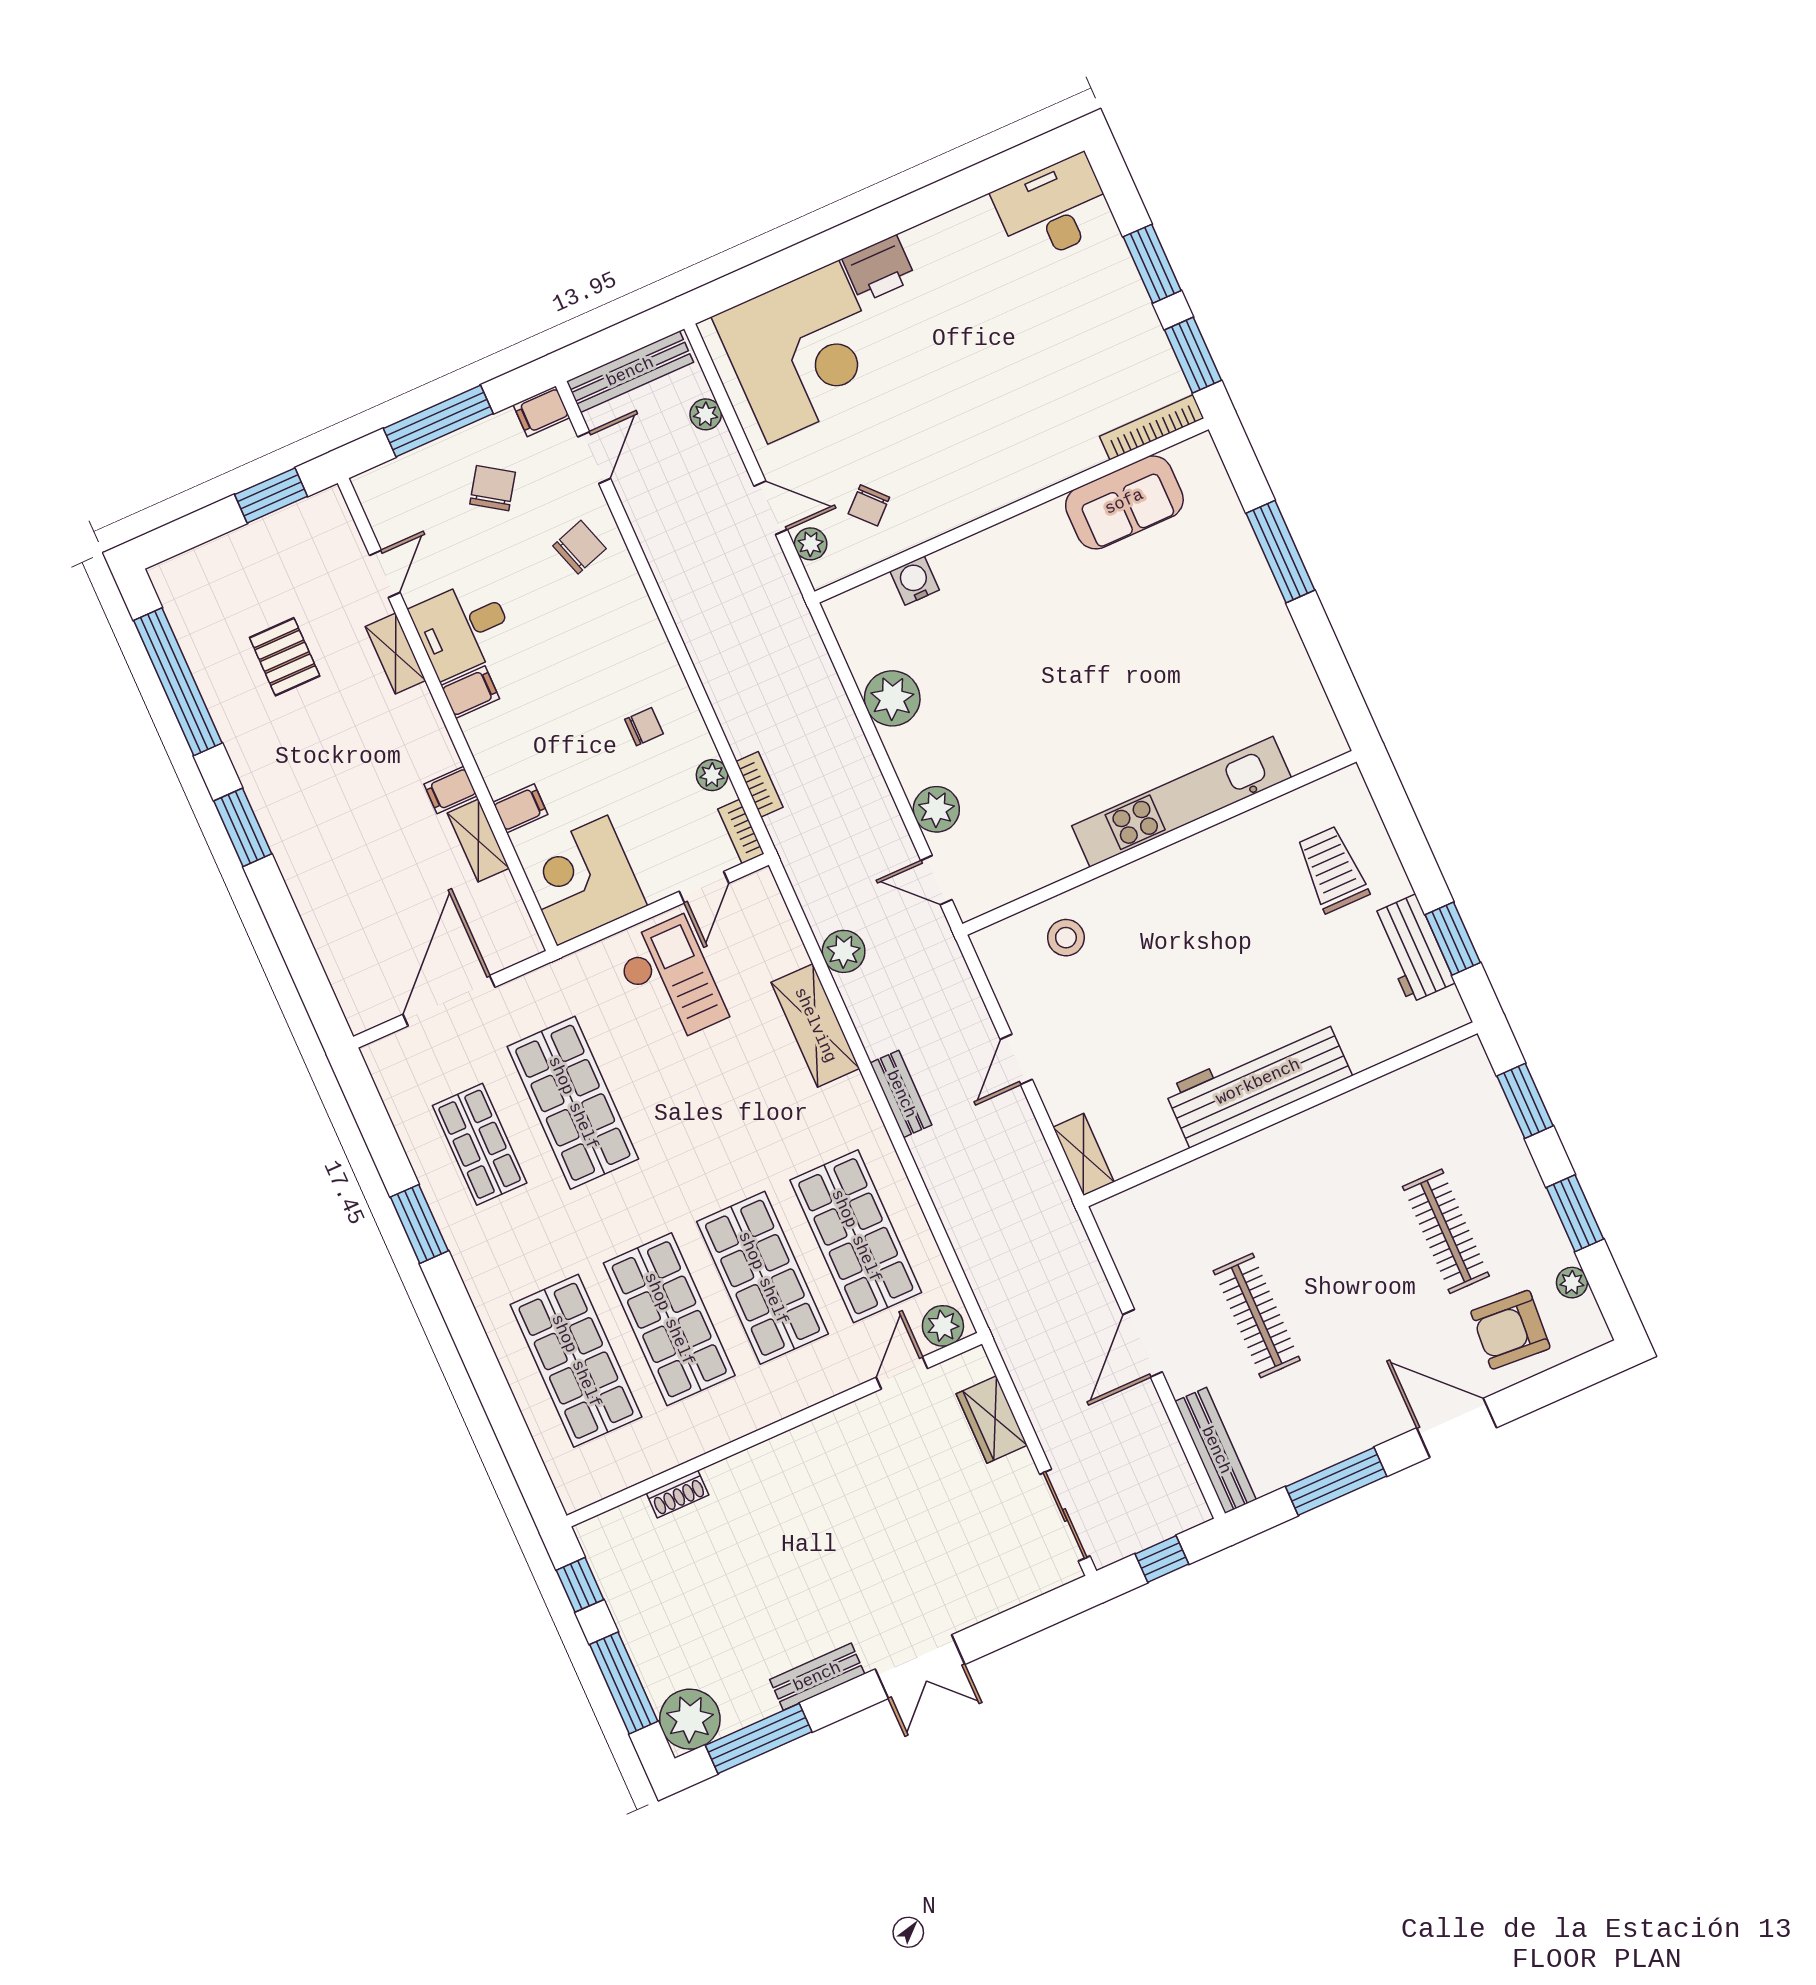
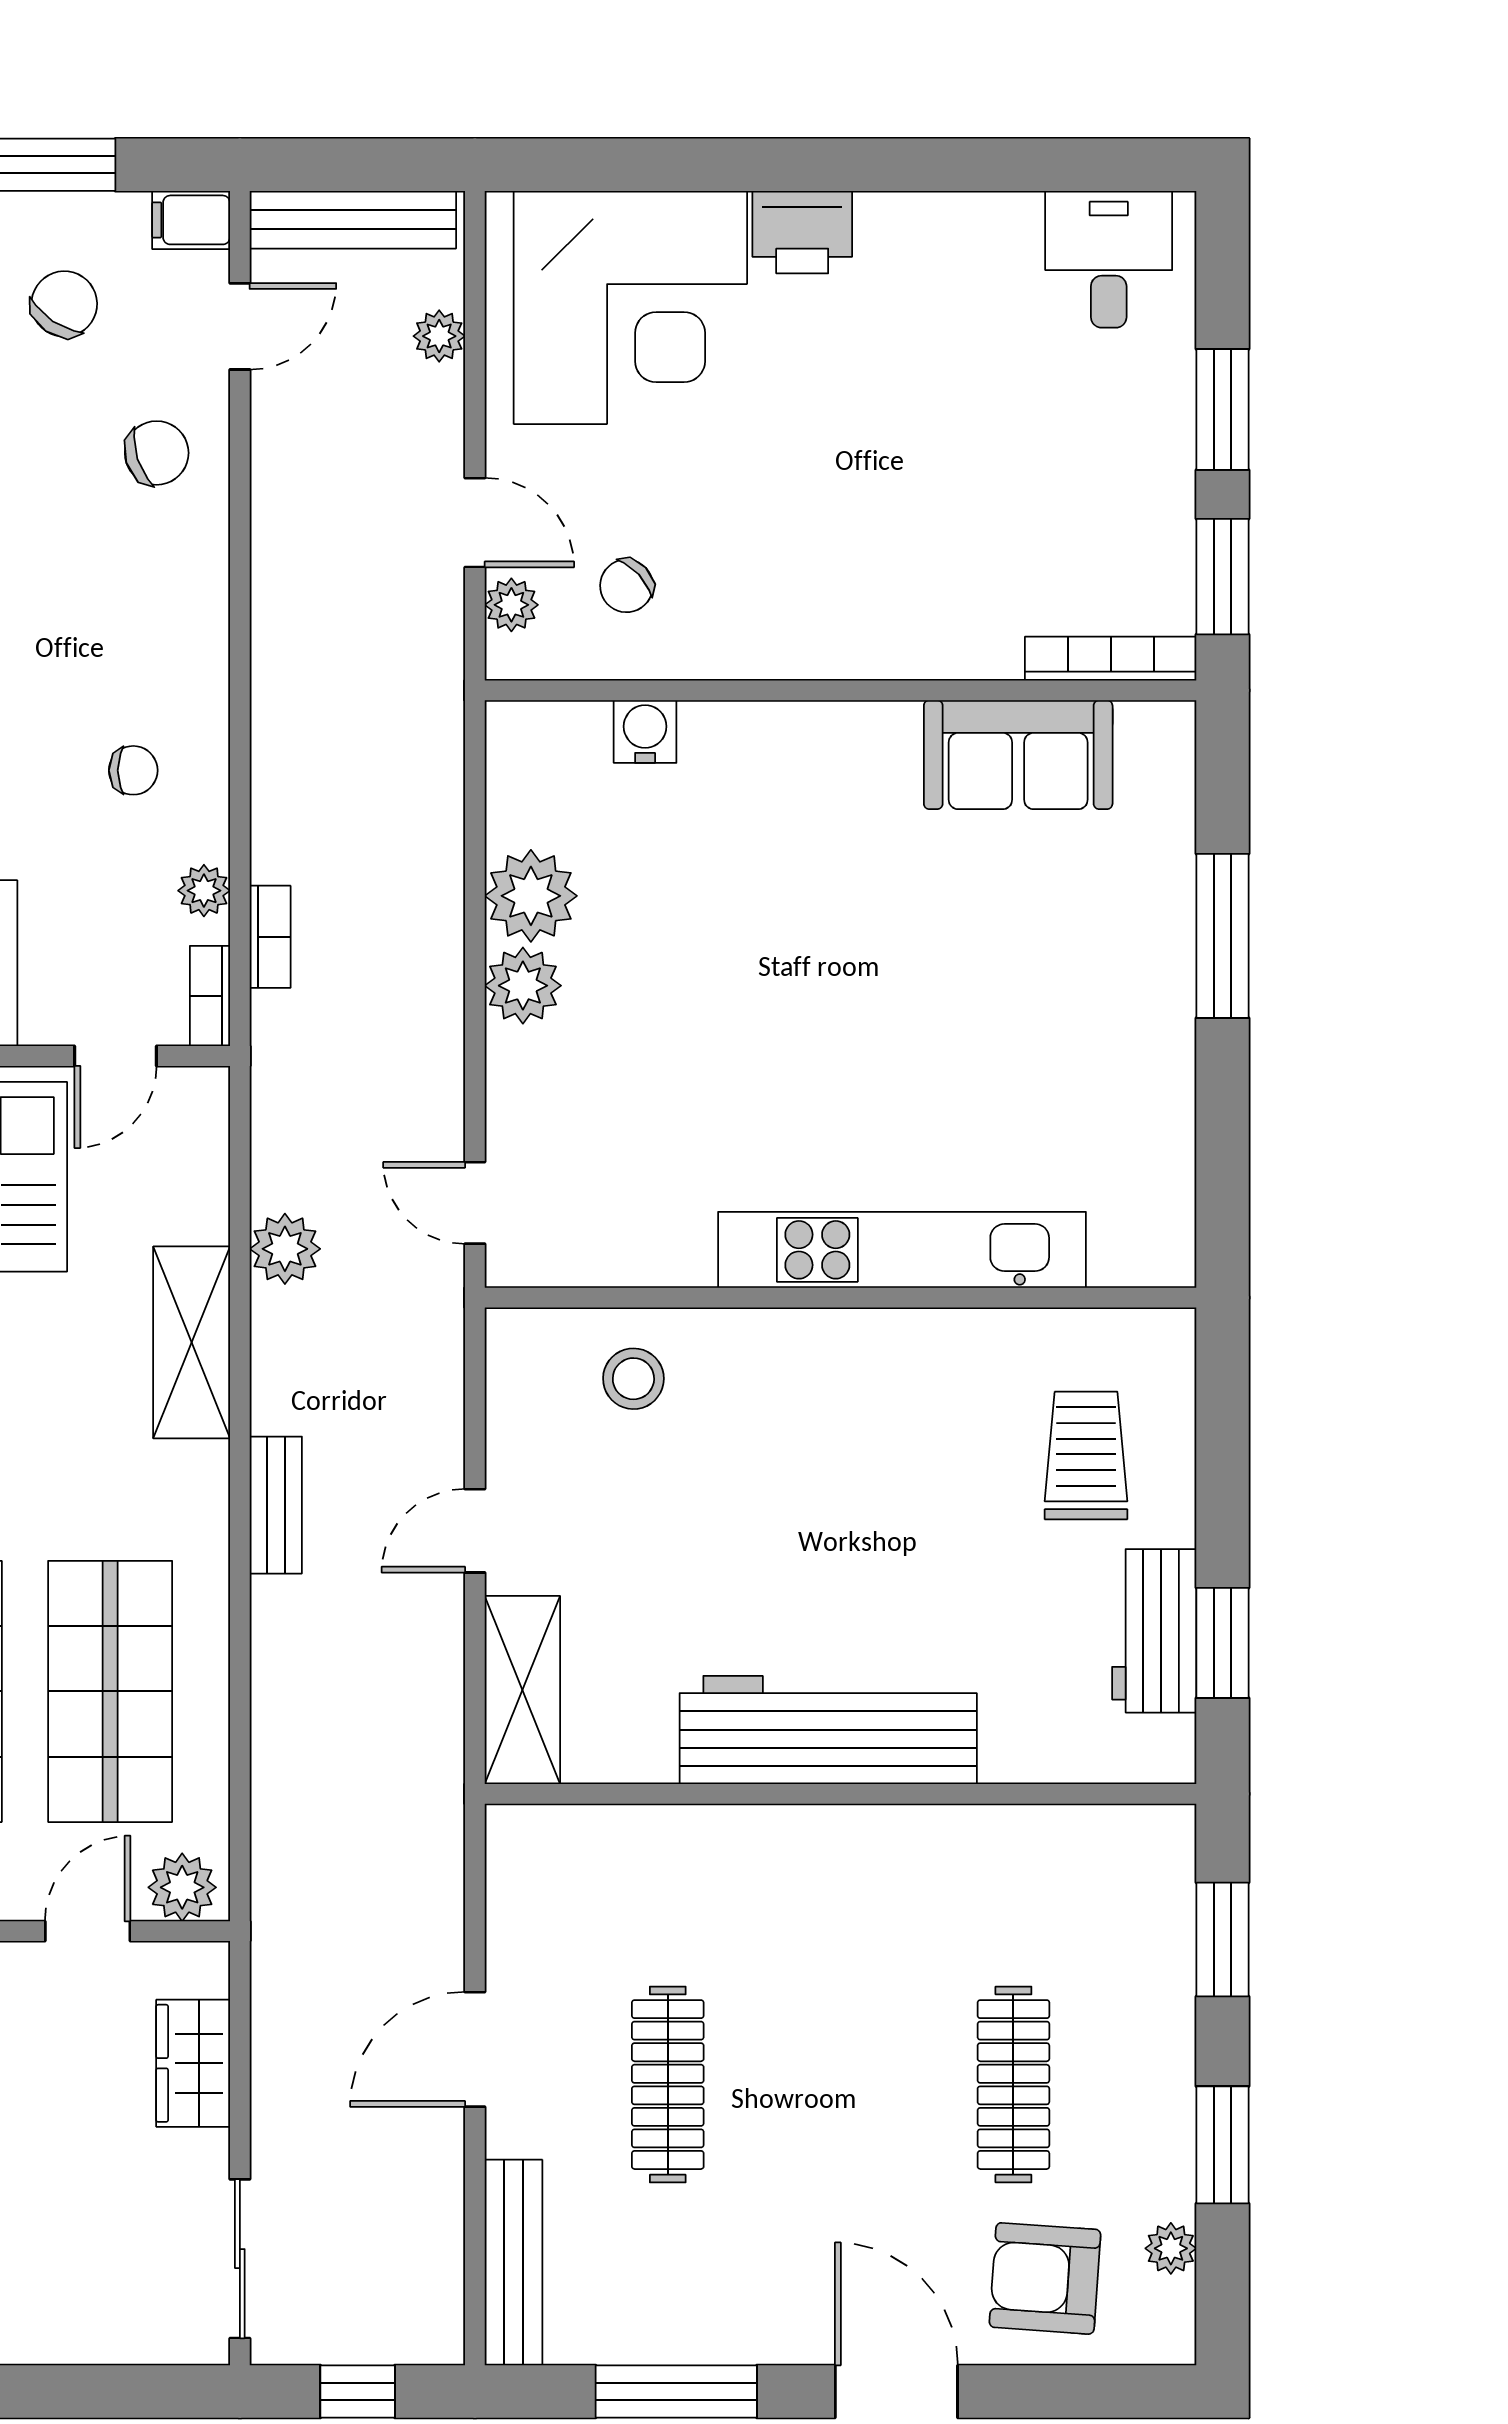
desk: (1053, 209) -> (1109, 259), width x0.73
plant: (936, 809) -> (523, 986), moved
shelving: (1083, 1154) -> (522, 1690), width x1.50, depth x1.33

